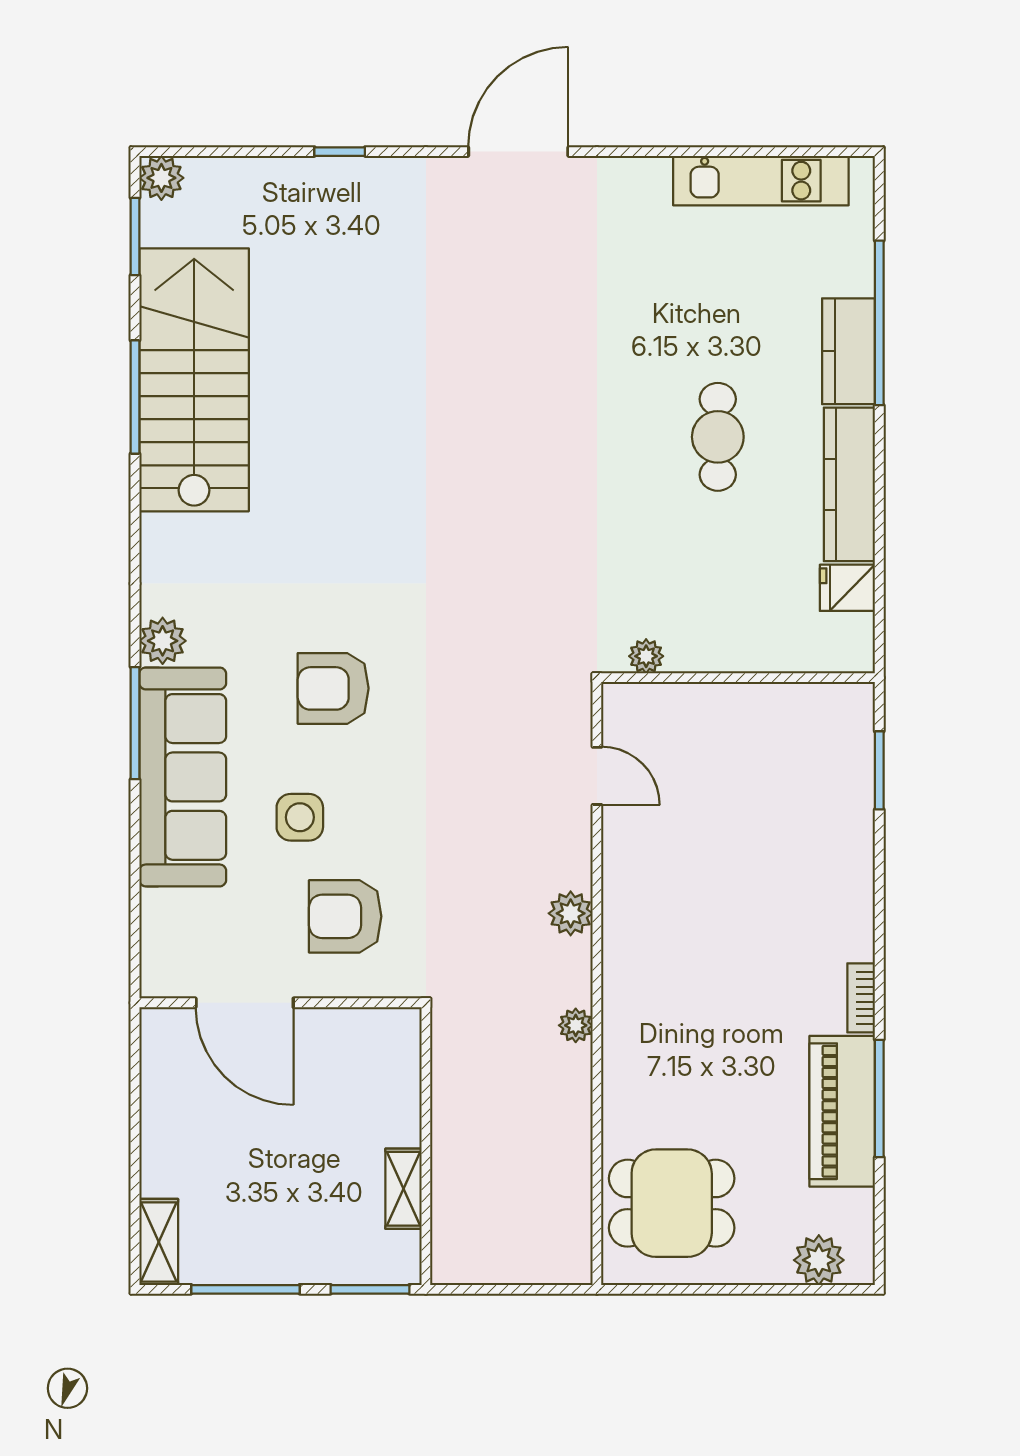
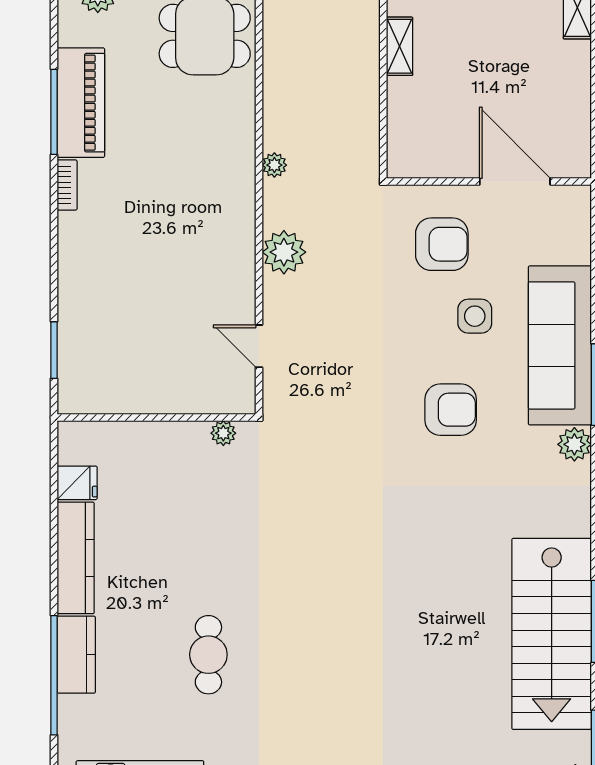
cafe table: (718, 437) -> (208, 655), moved
plant: (571, 913) -> (284, 252), width x1.36, depth x1.36

